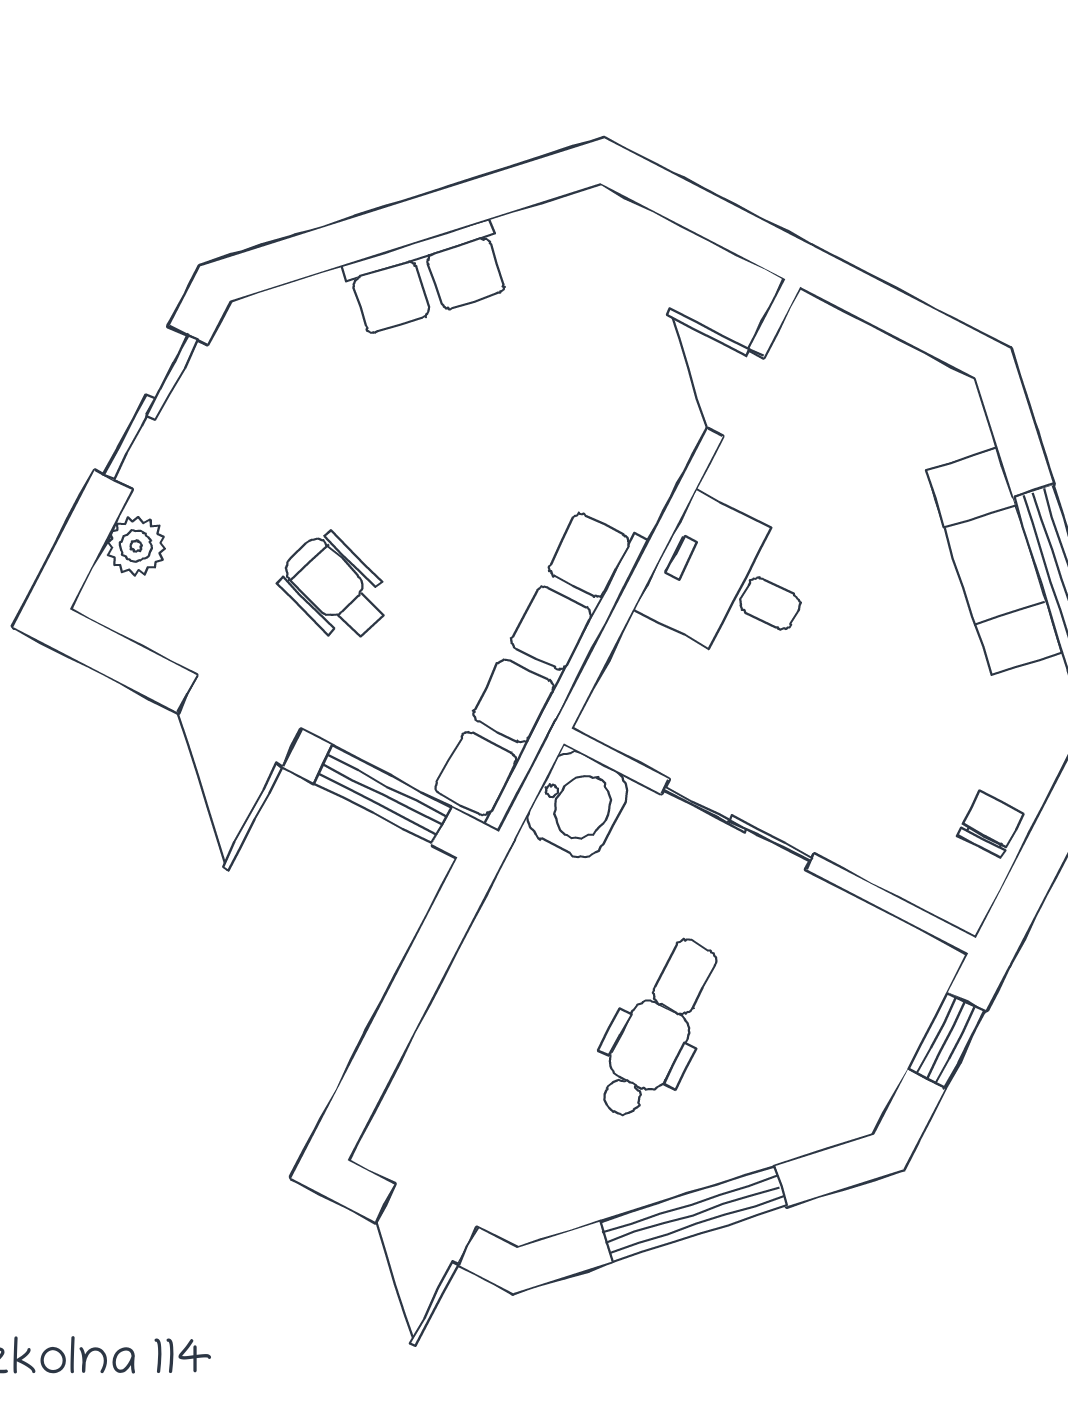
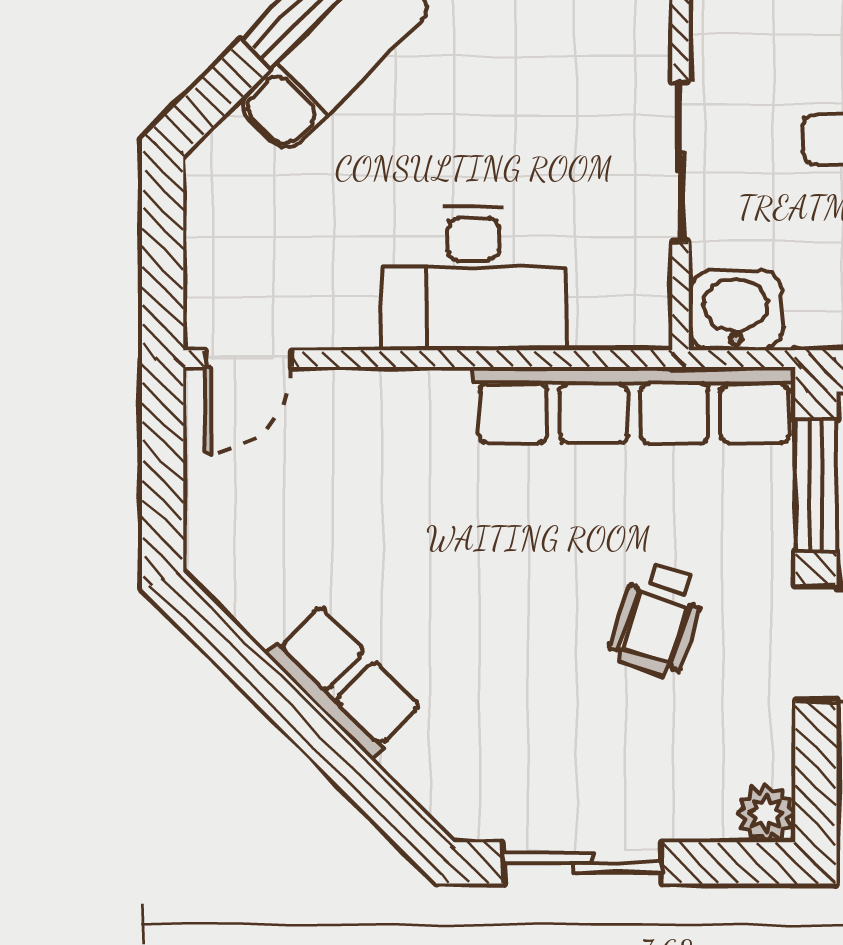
door: (736, 393) -> (248, 359), moved
plant: (136, 546) -> (766, 813), moved
desk: (730, 583) -> (473, 278), width x1.37

